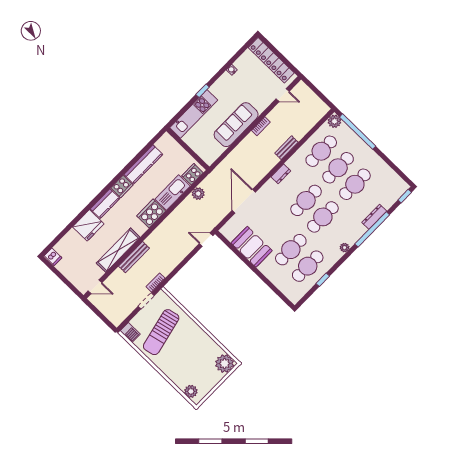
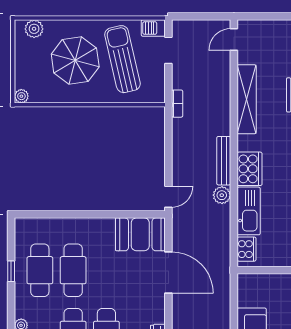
plant: (198, 194) -> (222, 195), moved
booth: (252, 247) -> (140, 234), moved
bench: (134, 257) -> (224, 161), moved
doorway: (146, 301) -> (168, 50), moved
parasol: (186, 355) -> (75, 61), added
plant: (225, 364) -> (21, 96), width x0.53, depth x0.53

